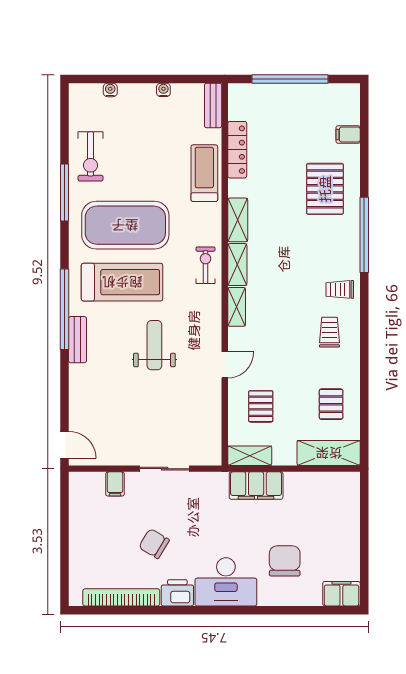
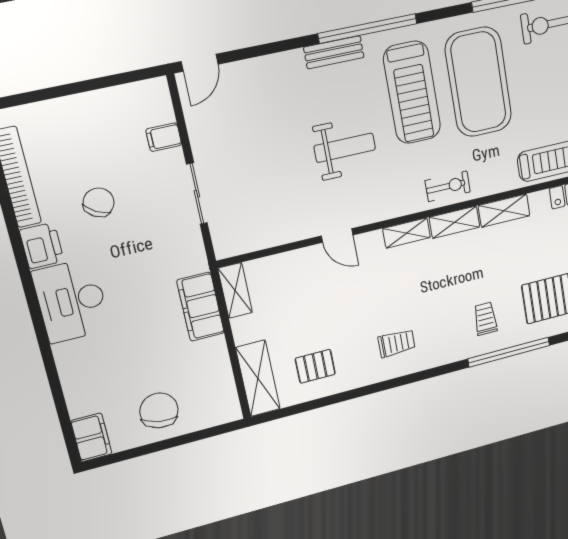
trolley: (340, 289) -> (485, 319), moved
pallet: (261, 406) -> (297, 289), removed
chair: (285, 561) -> (159, 411), moved, turned -79

